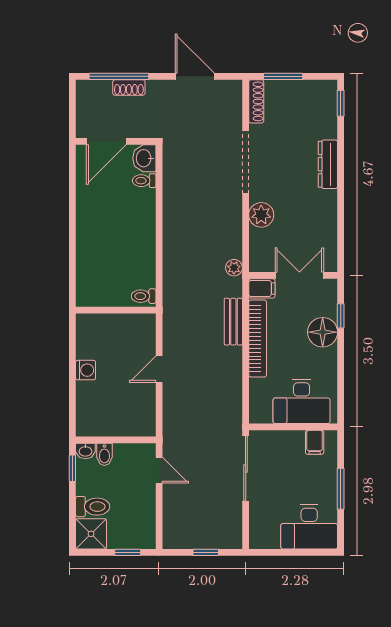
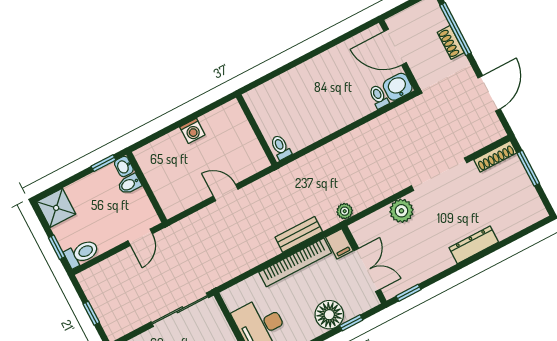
window: (341, 103) -> (409, 293), moved
toilet: (93, 507) -> (82, 253), moved, turned -90

